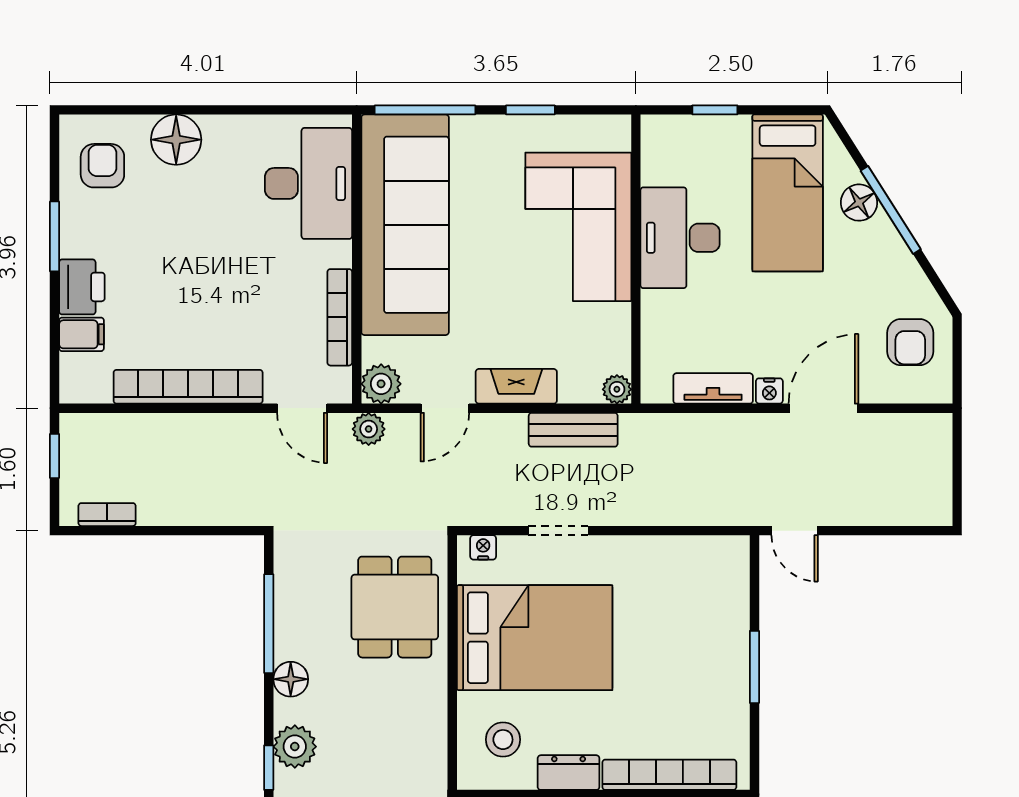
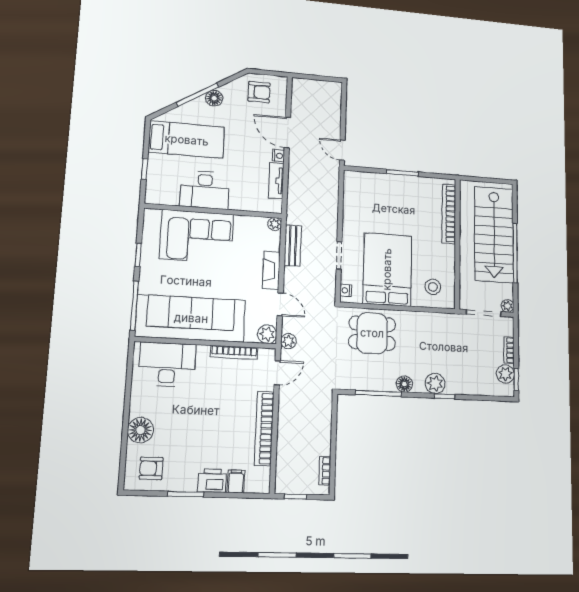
floor lamp: (859, 203) -> (214, 98), moved
door: (795, 531) -> (342, 150), swing flipped
dresser: (569, 773) -> (448, 258), removed

